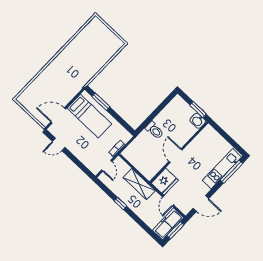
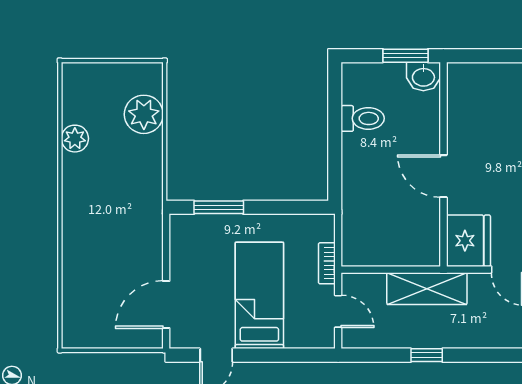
plant: (78, 41) -> (75, 139), added
plant: (105, 53) -> (144, 114), added
bed: (89, 116) -> (259, 295), moved, turned -90
toilet: (154, 130) -> (363, 118), moved

